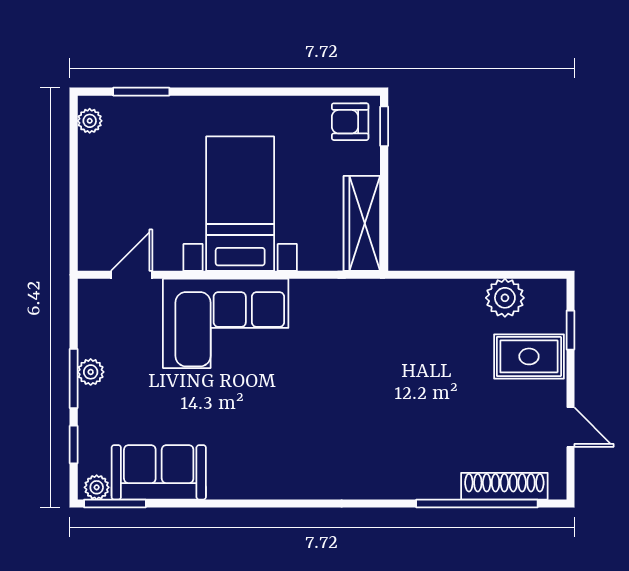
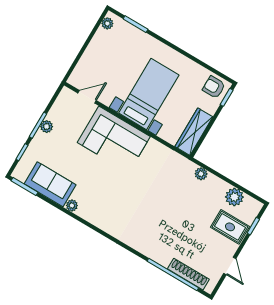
plant: (420, 292) -> (201, 174), added
plant: (97, 487) -> (72, 206), moved

